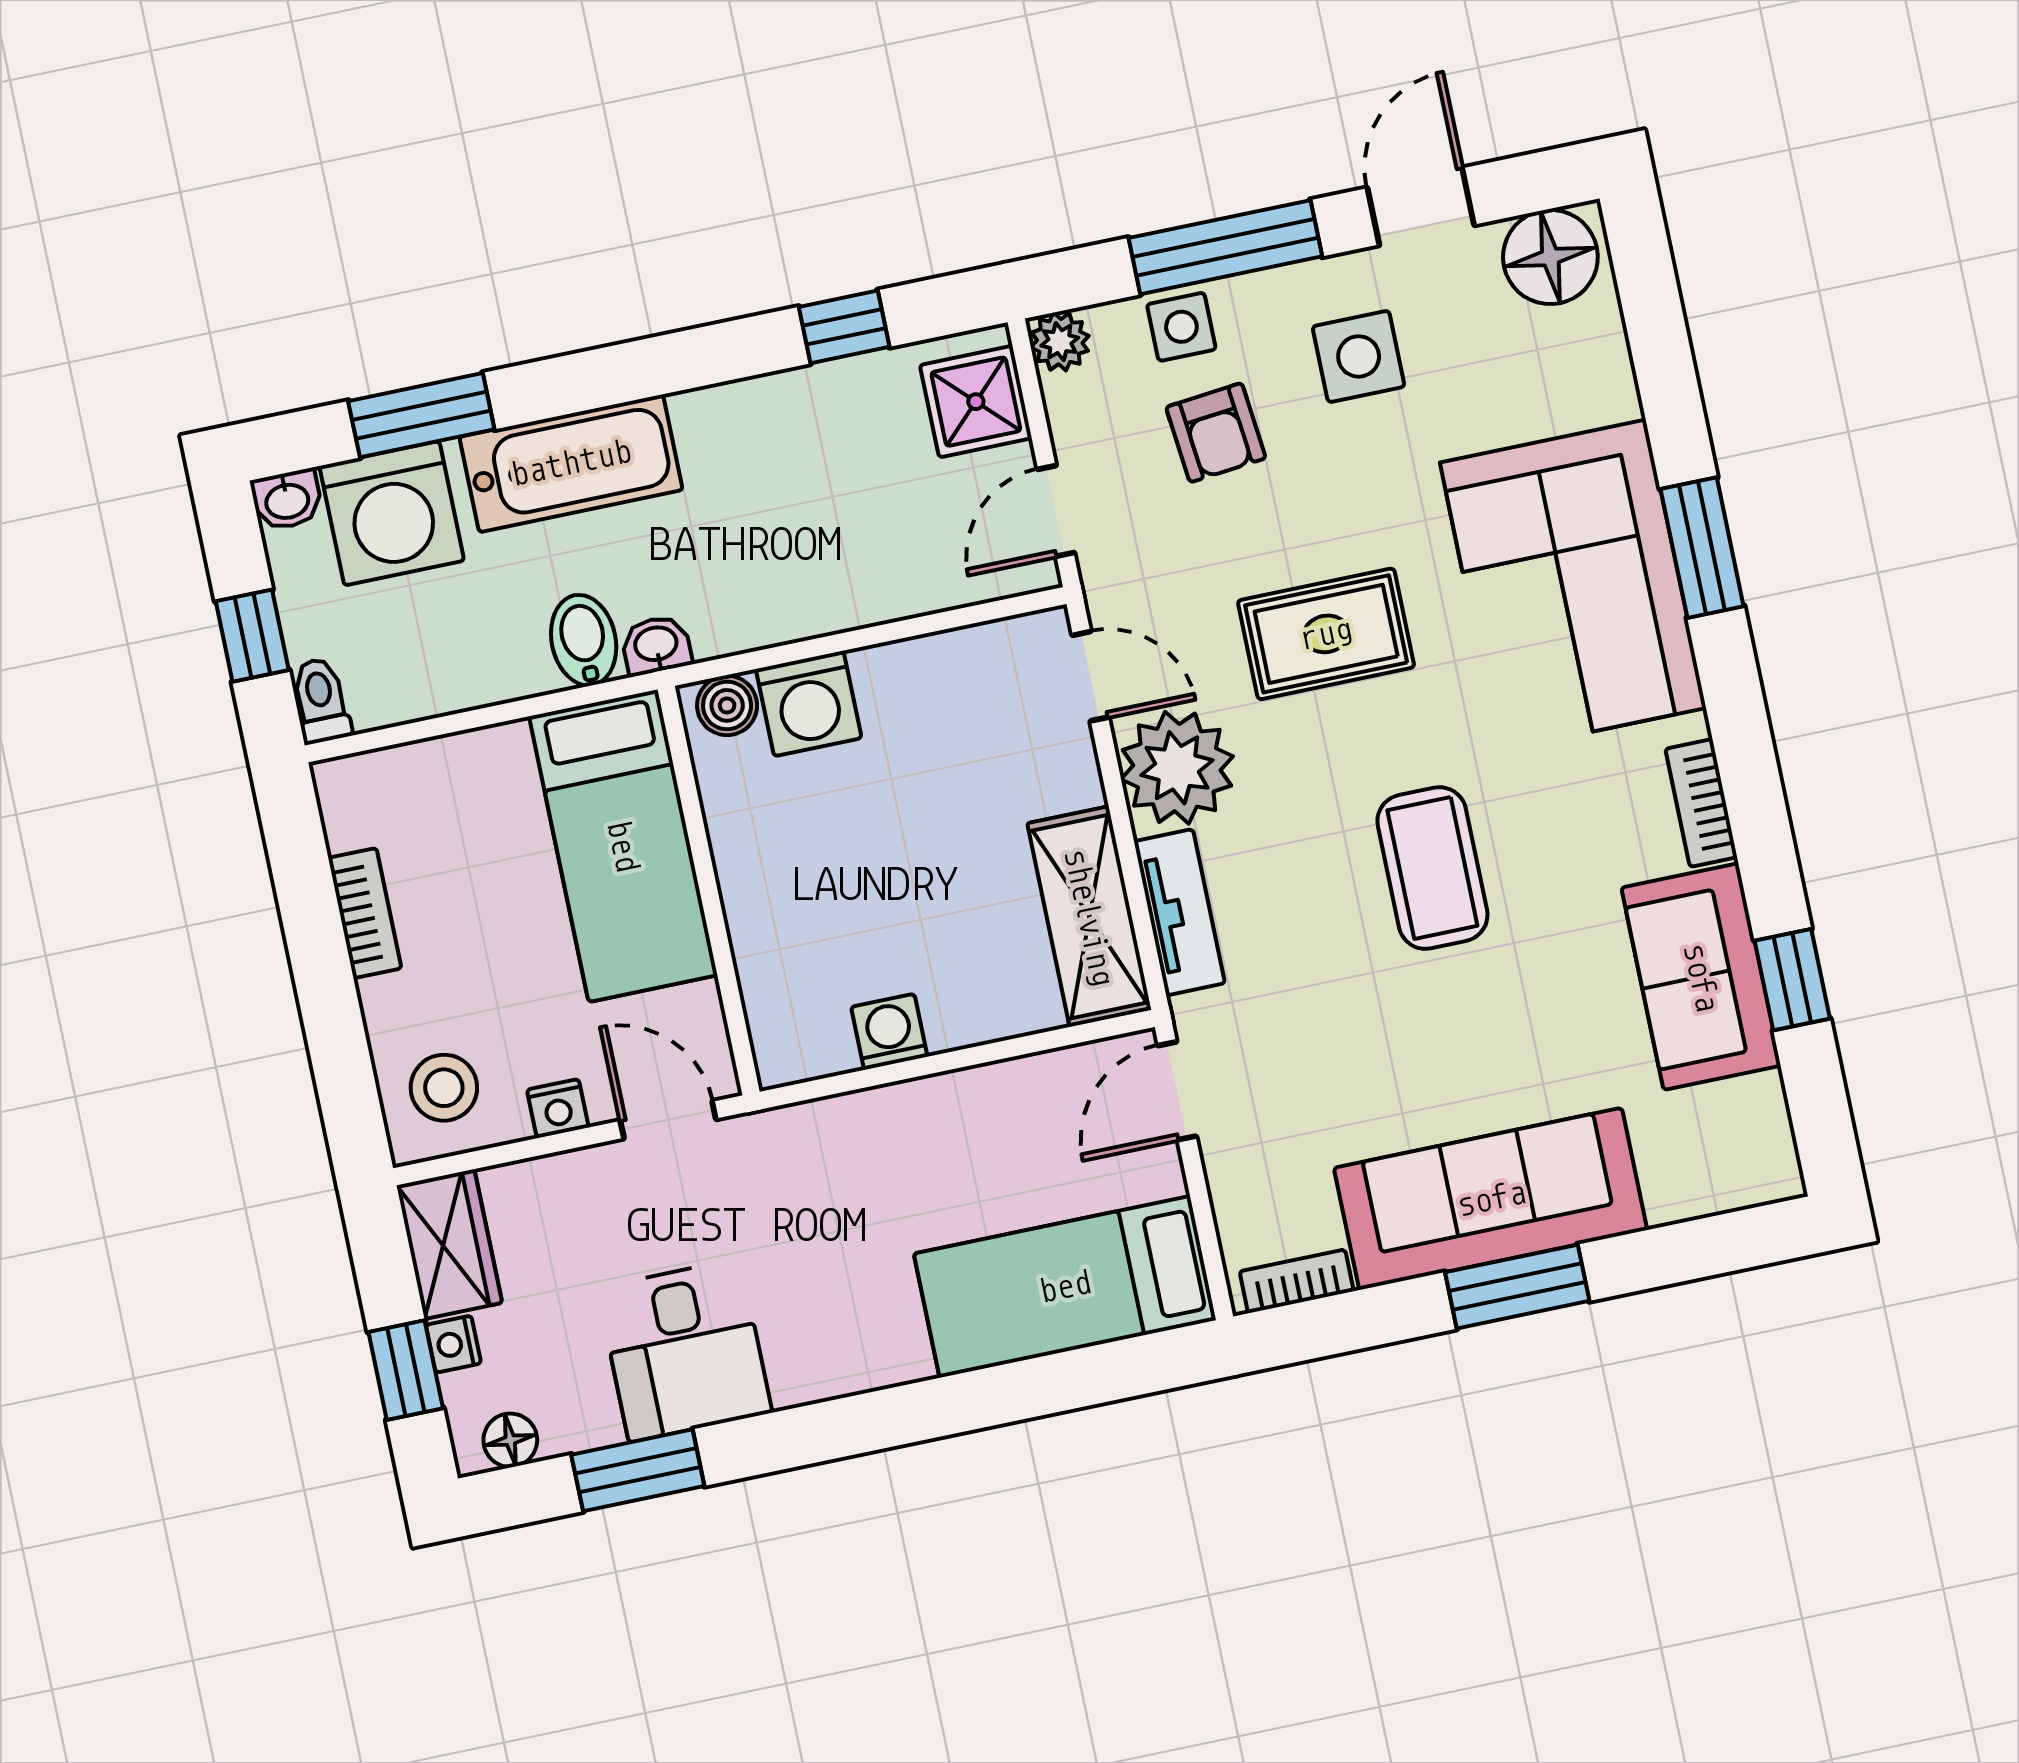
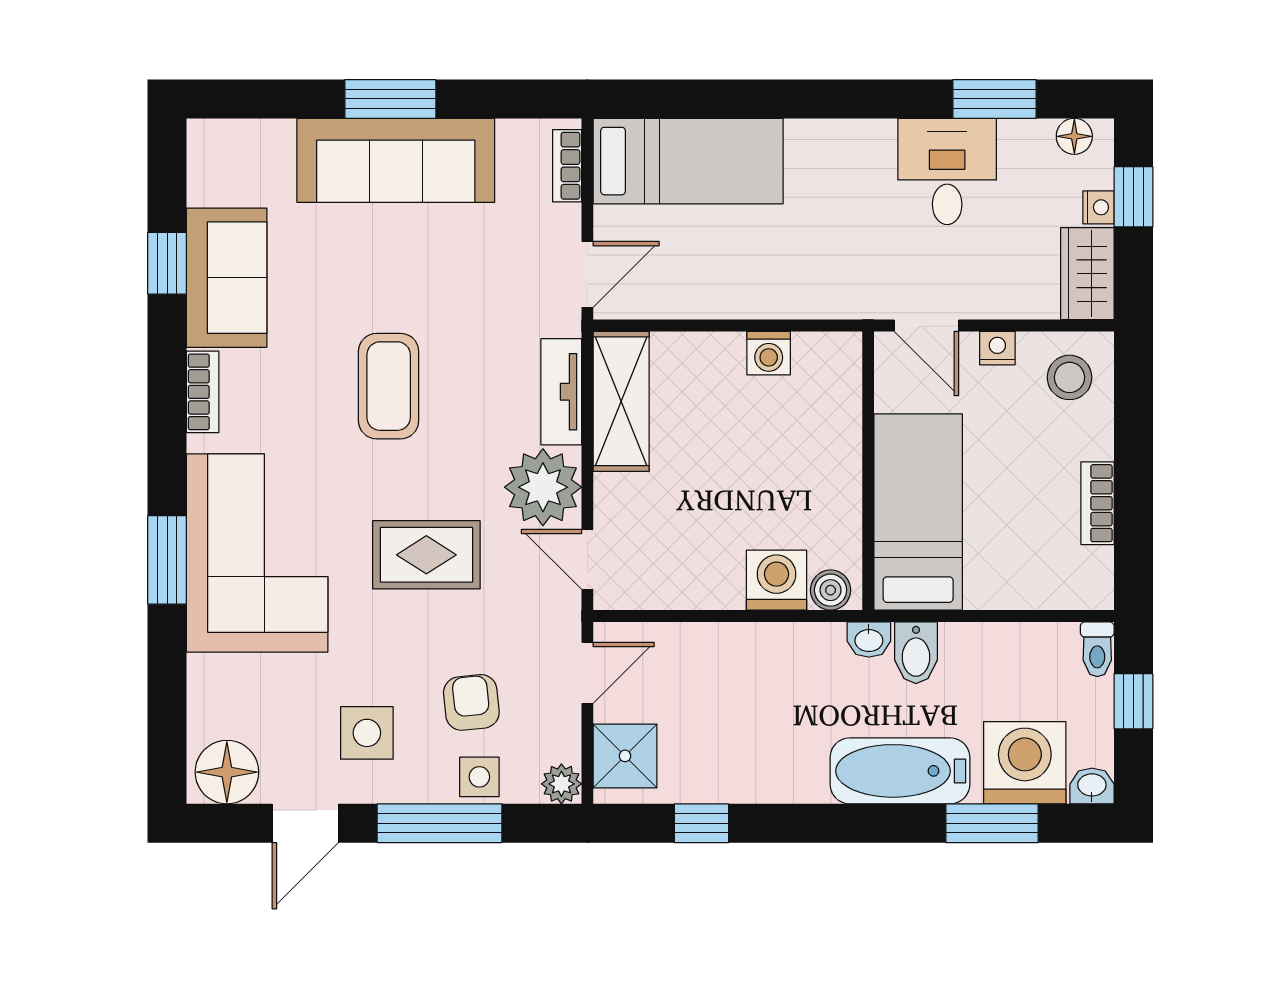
bookcase: (1297, 1281) -> (567, 166), moved, turned 90

